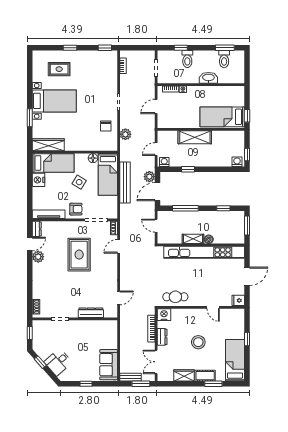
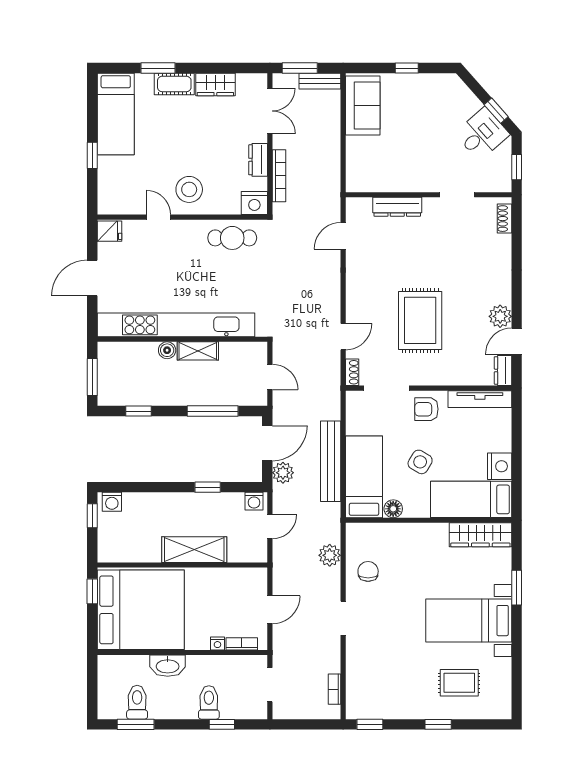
bed: (222, 117) -> (141, 610), width x2.04
stool: (198, 342) -> (189, 189), moved
desk: (58, 362) -> (482, 134), moved

